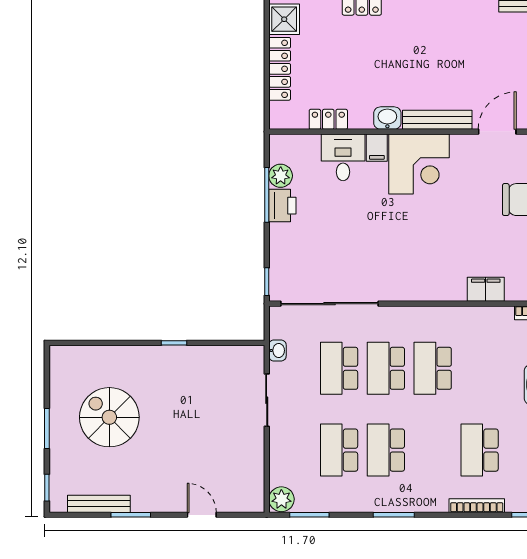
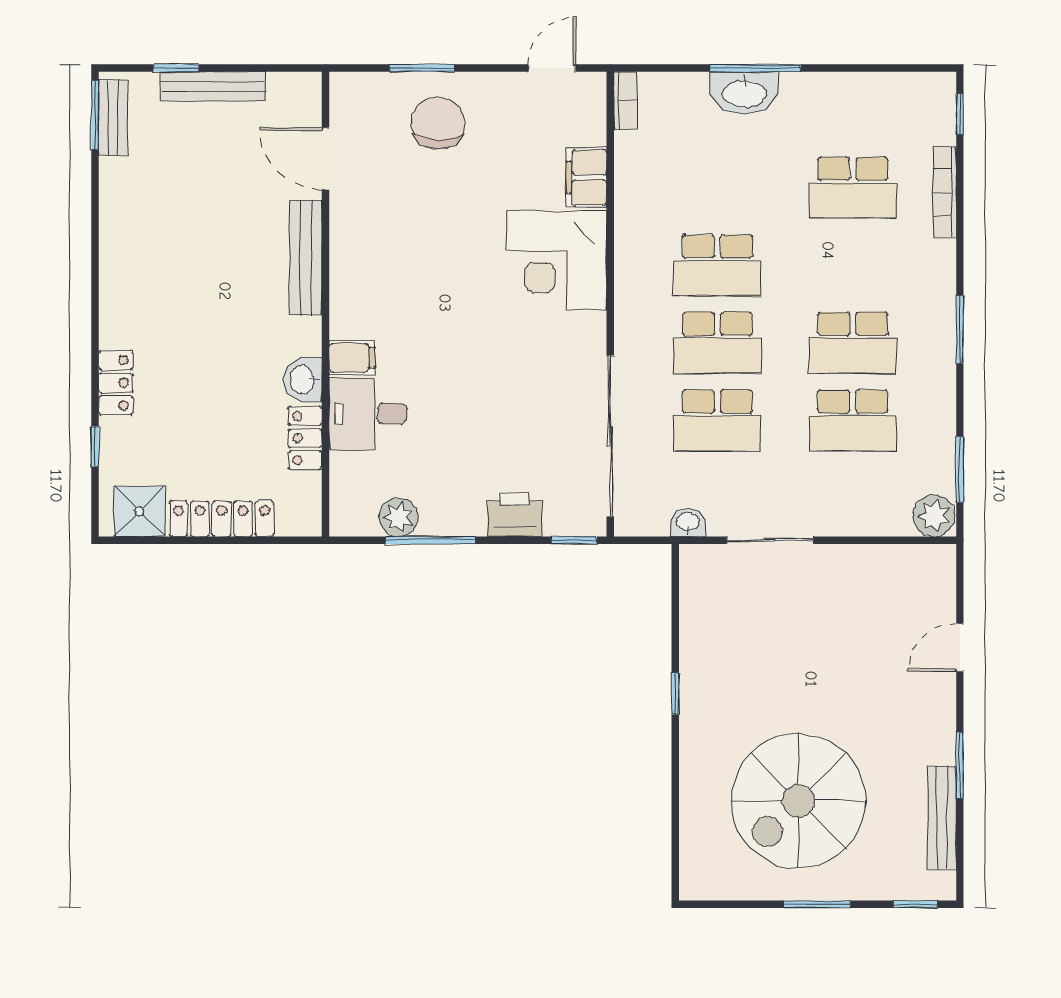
washbasin: (387, 118) -> (303, 380), moved
corner desk: (419, 164) -> (557, 261), moved, turned 180
printer: (282, 206) -> (515, 514), moved
spiral stairs: (109, 417) -> (798, 801), width x1.37, depth x1.37

